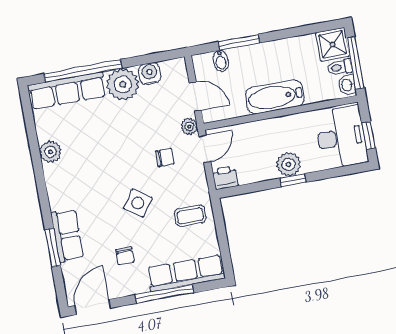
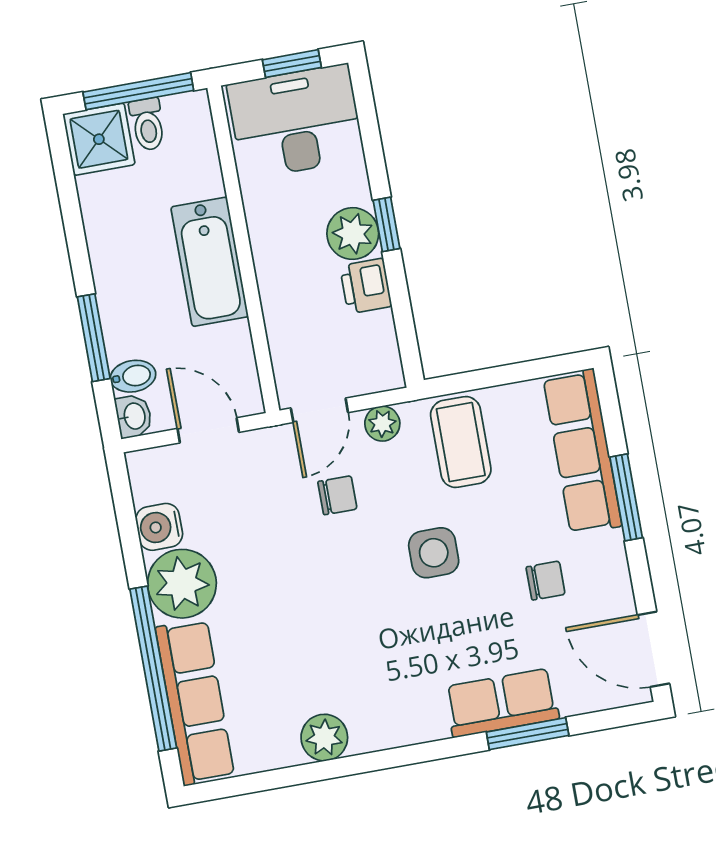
washbasin: (347, 85) -> (134, 416), moved, turned -90
door: (195, 96) -> (208, 430), hinge flipped
plant: (189, 126) -> (382, 424), moved
door: (205, 149) -> (319, 410), swing flipped
chair: (165, 158) -> (337, 495), turned 90
printer: (225, 178) -> (366, 286), moved
side table: (138, 203) -> (434, 553), turned -35
coffee table: (190, 216) -> (461, 442), width x1.36, depth x1.30
window: (164, 294) -> (626, 497), width x0.69

